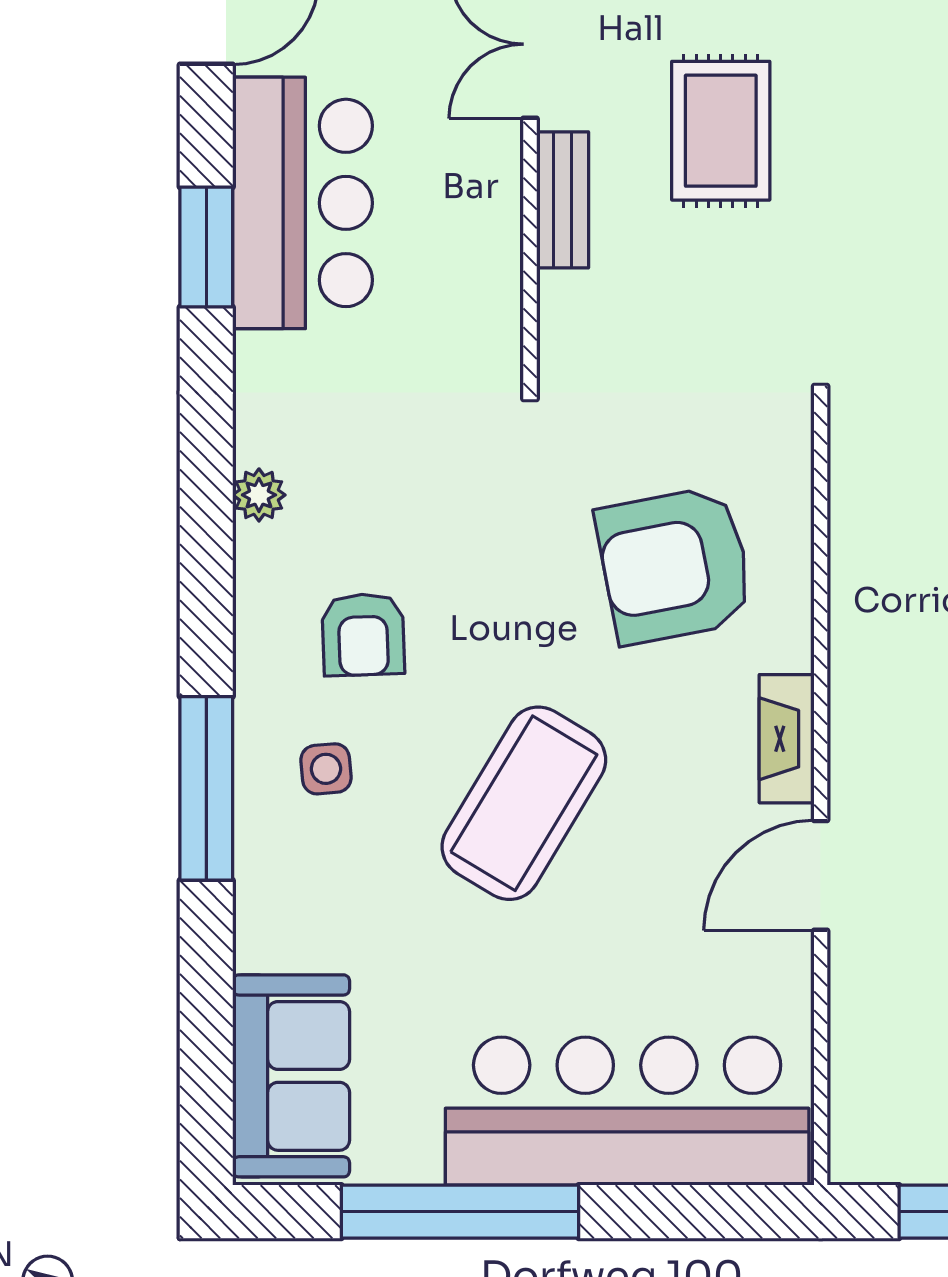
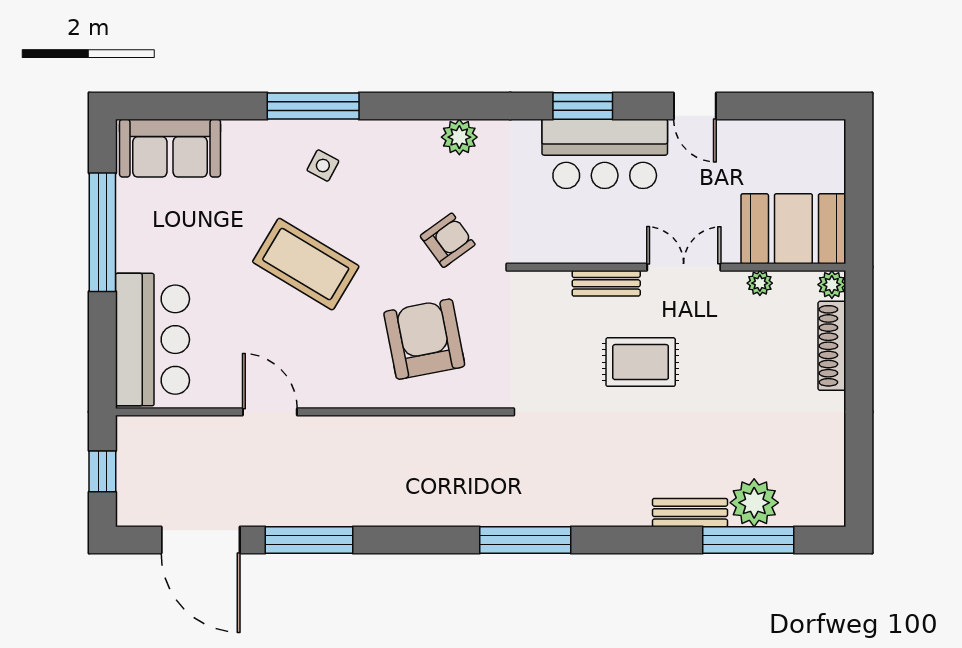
plant: (259, 495) -> (459, 137), width x1.38, depth x1.38
armchair: (363, 635) -> (448, 240), moved, turned 146
fireplace: (787, 739) -> (338, 395), removed
side table: (326, 769) -> (323, 166), turned 33
bar counter: (627, 1111) -> (152, 340), width x0.73

